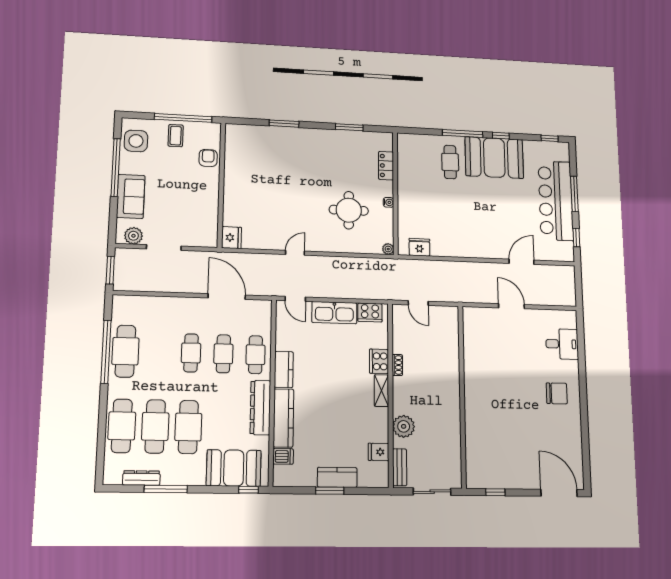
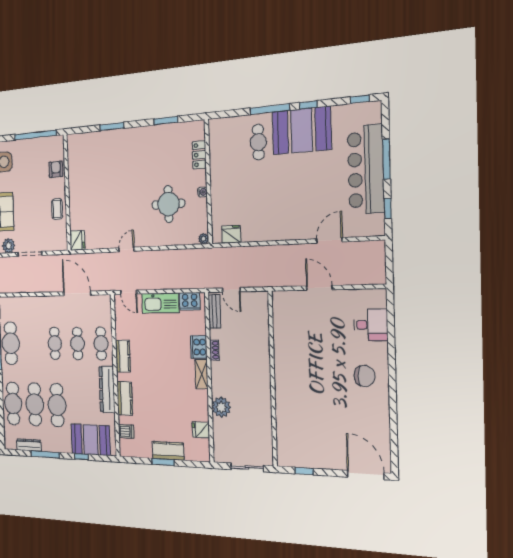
coffee table: (176, 136) -> (57, 209), moved
kitchen counter: (283, 418) -> (125, 398), width x0.67
bench: (400, 467) -> (215, 311), moved
window: (249, 490) -> (81, 457), moved

